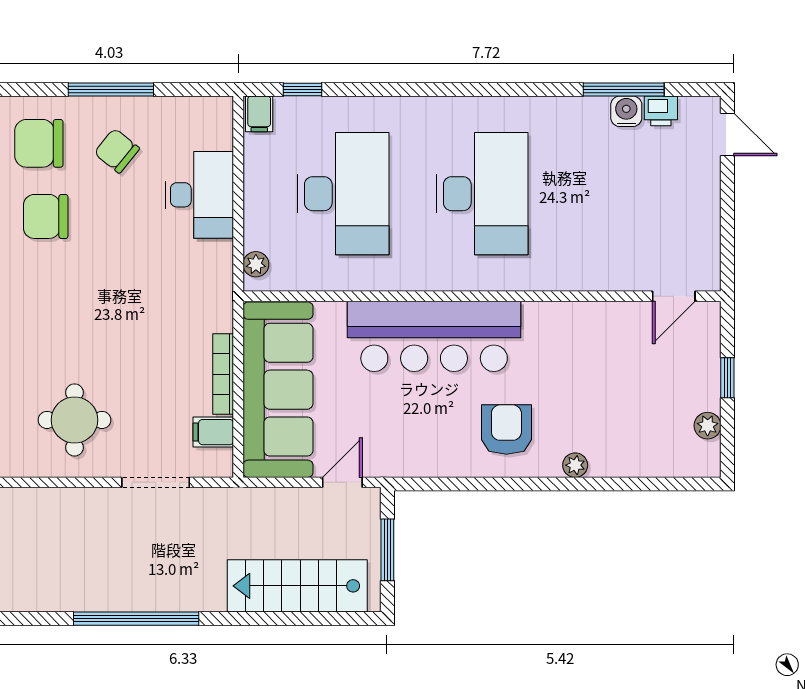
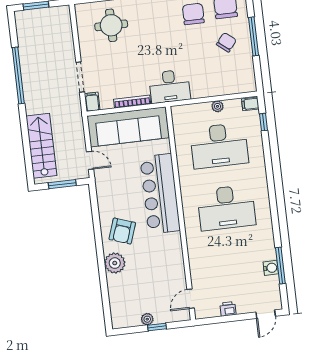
printer: (661, 111) -> (228, 309), moved, turned 90
desk: (199, 195) -> (170, 86), moved
plant: (256, 264) -> (217, 106), moved
door: (674, 296) -> (191, 299), hinge flipped
round table: (75, 420) -> (111, 25), moved
plant: (708, 426) -> (147, 319), moved
armchair: (506, 430) -> (122, 231), turned 109
filing cabinet: (213, 432) -> (92, 102), moved
plant: (575, 465) -> (115, 263), width x1.88, depth x1.88

